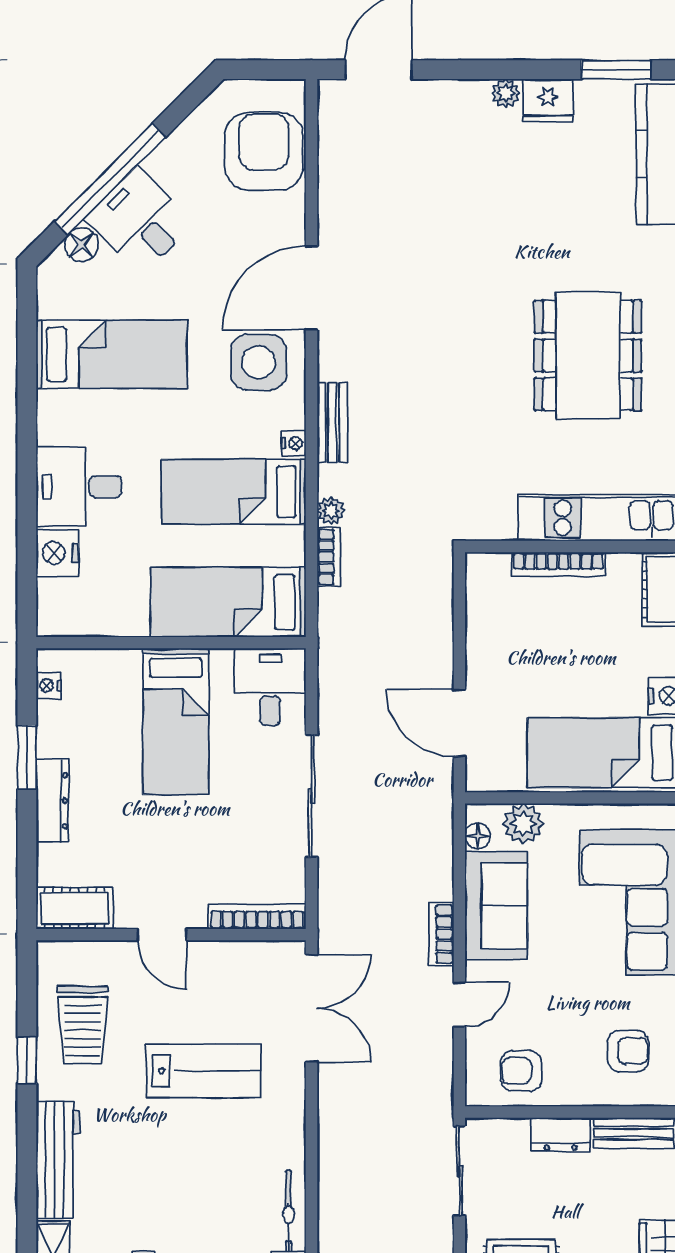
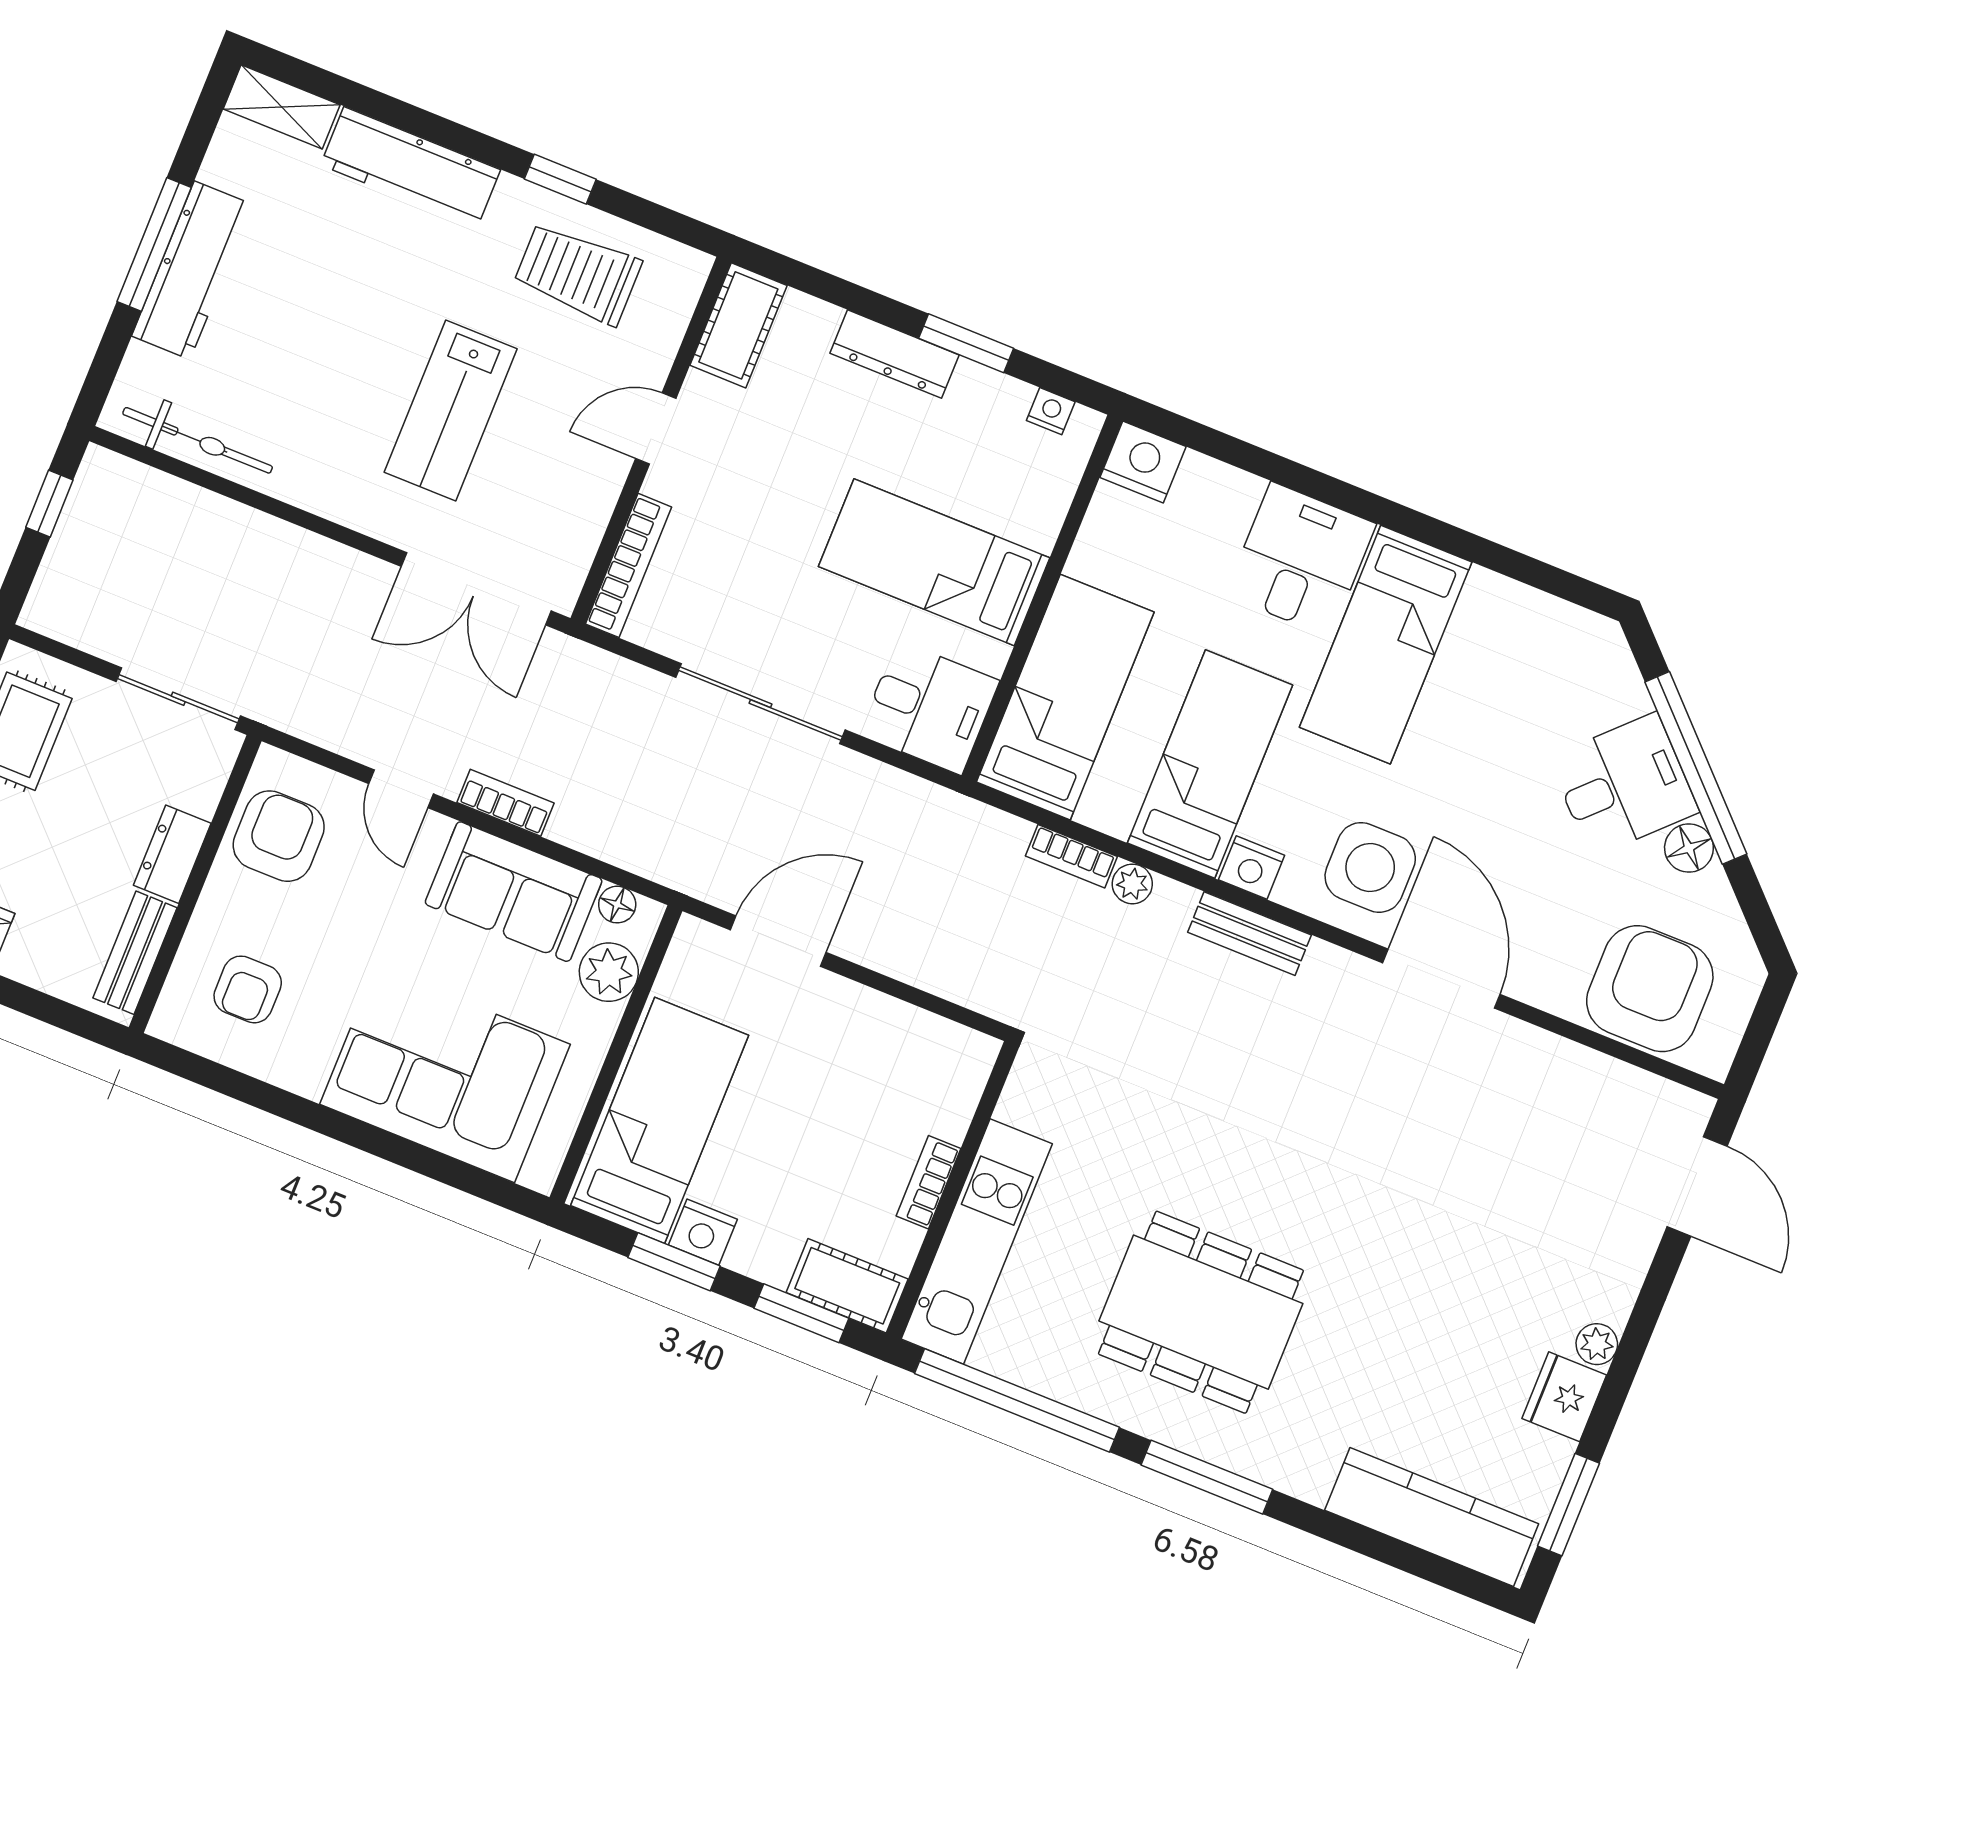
armchair: (264, 151) -> (1650, 989), turned -90
floor lamp: (81, 245) -> (1689, 848), moved
bed: (112, 354) -> (1386, 645), moved
nightstand: (294, 443) -> (1252, 868), width x1.39, depth x1.35
nightstand: (57, 553) -> (1143, 462), moved
bookcase: (558, 564) -> (928, 1182), width x0.64
armchair: (521, 1071) -> (279, 836), width x1.38, depth x1.38

